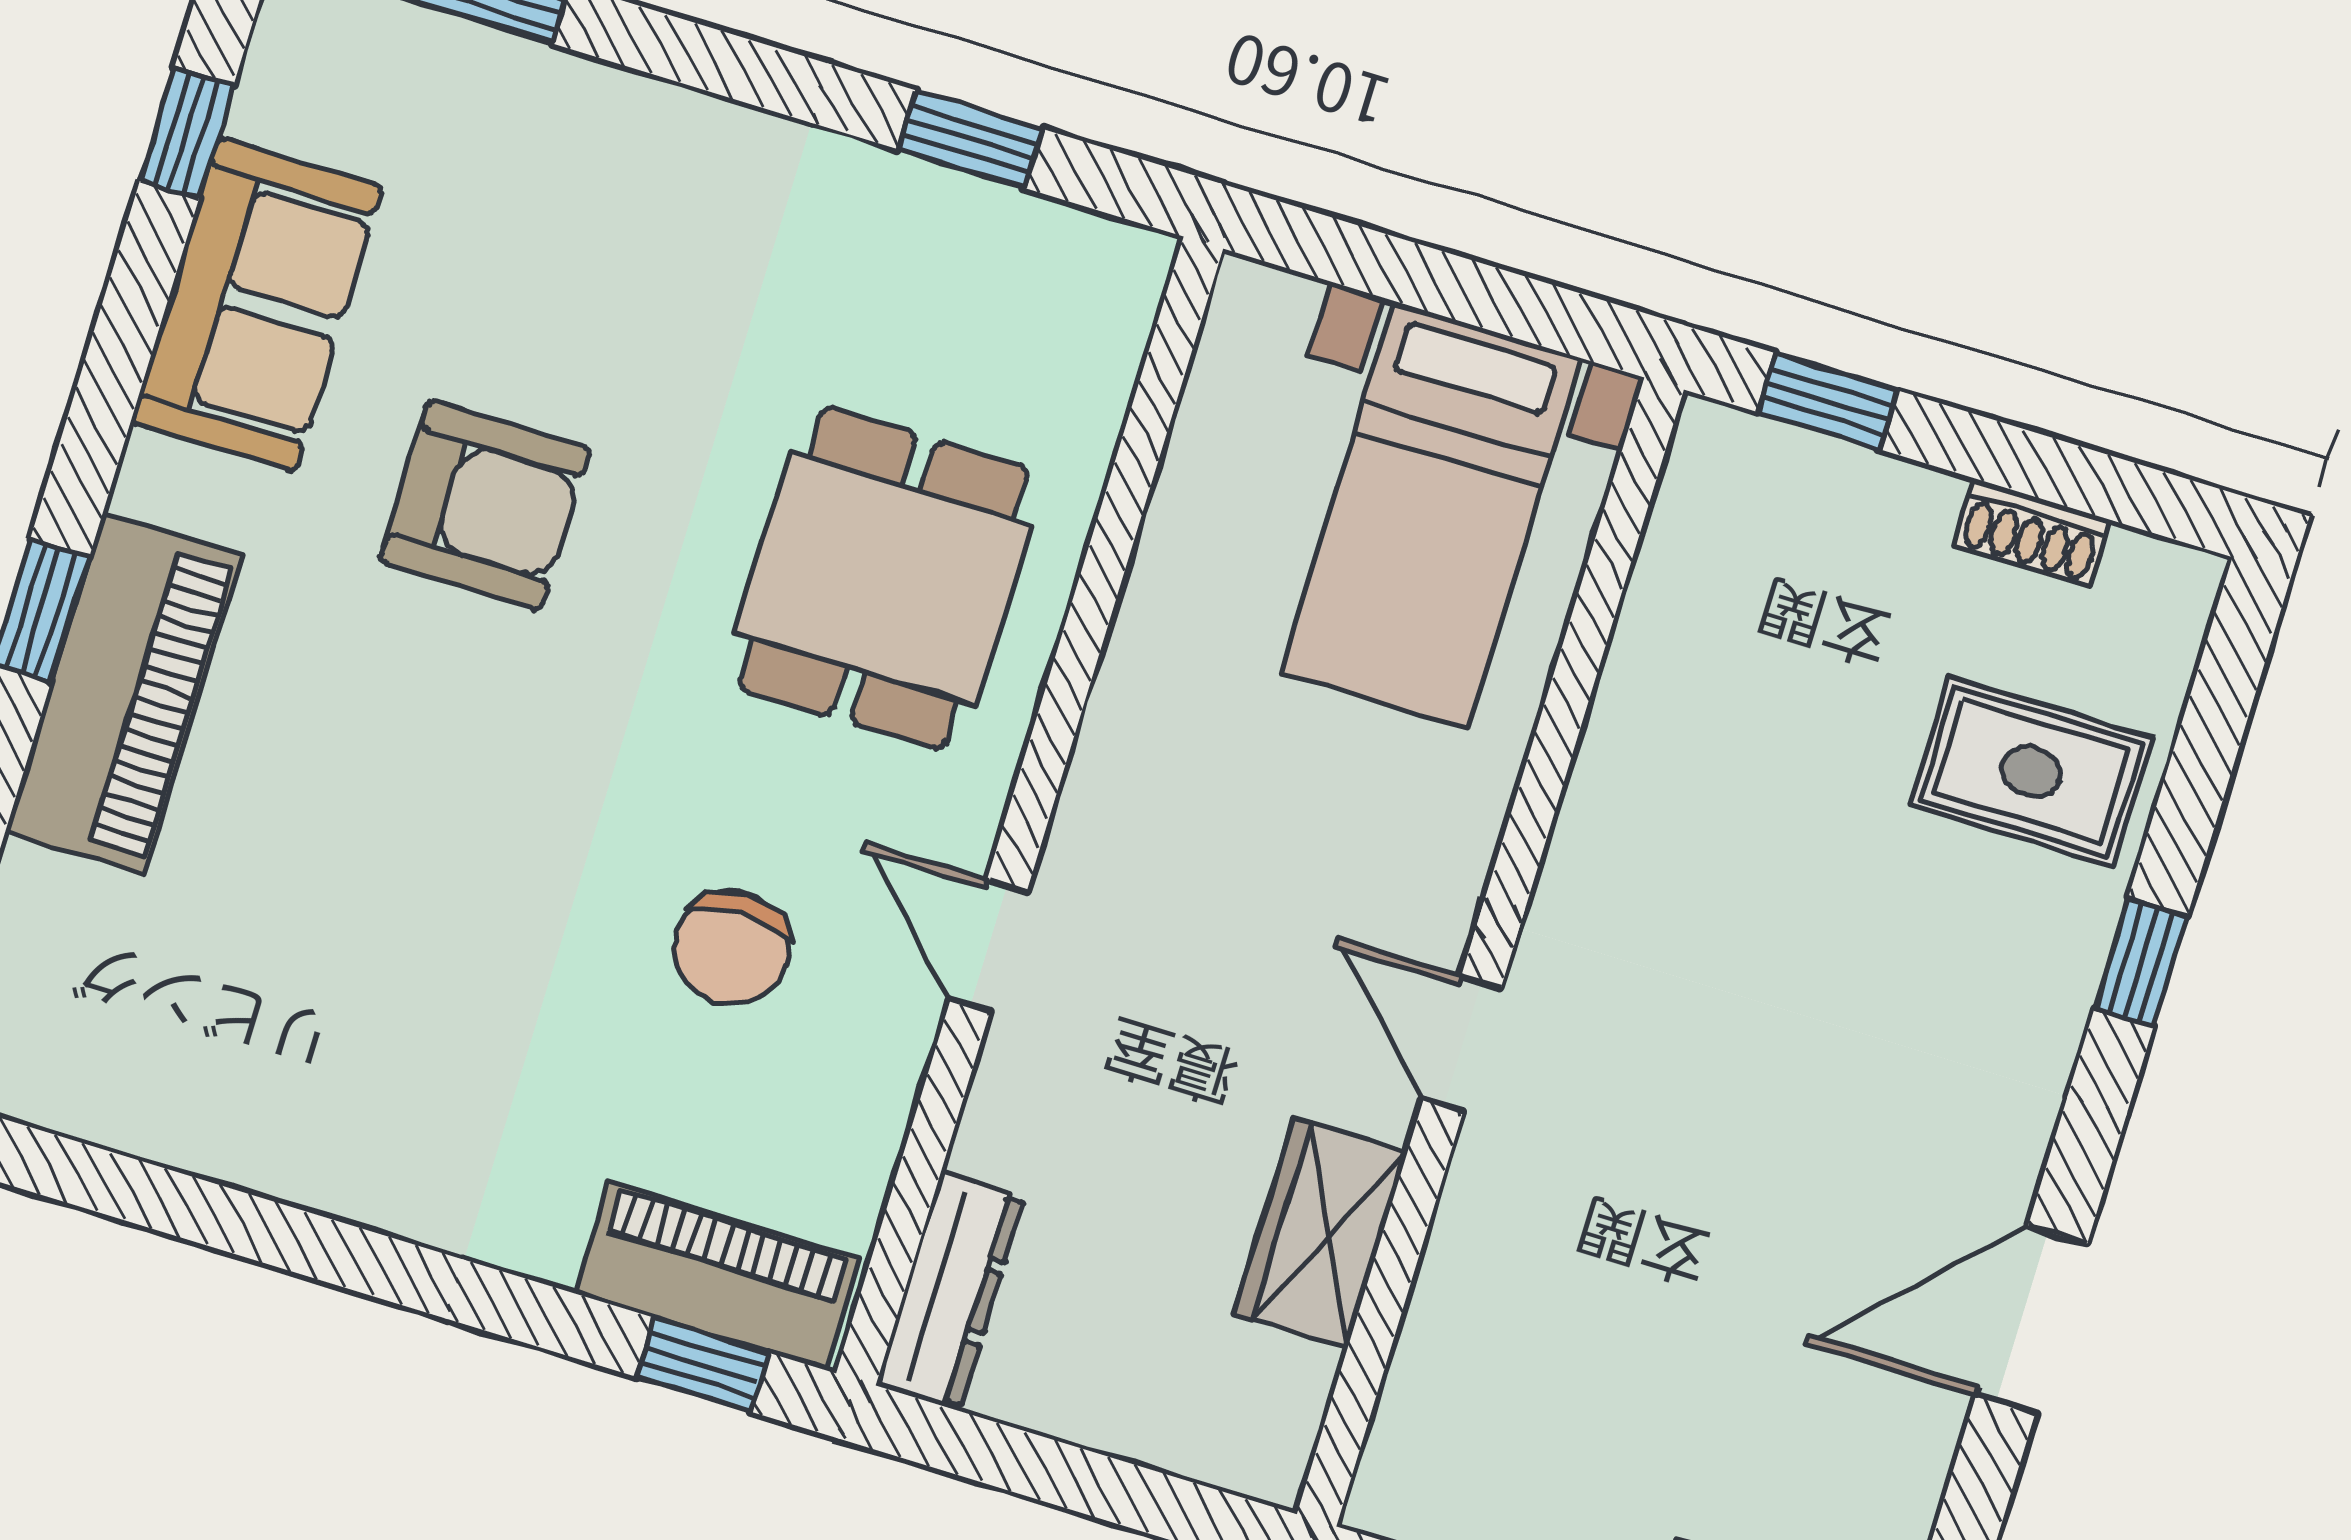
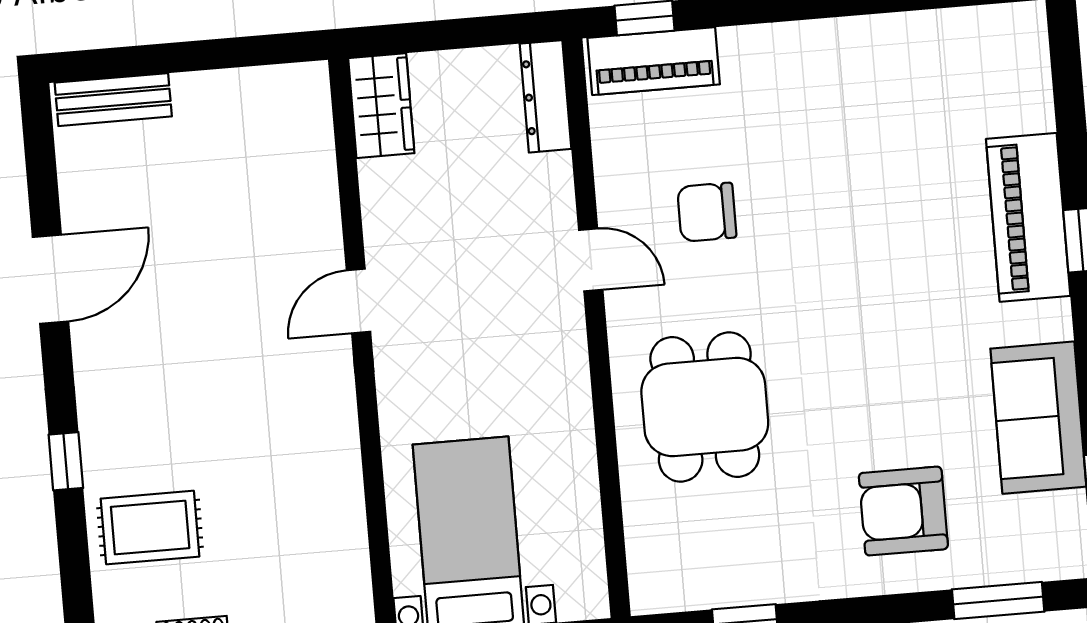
armchair: (485, 505) -> (903, 511), moved
chair: (732, 948) -> (707, 212), turned -90
door: (1462, 1044) -> (358, 301), swing flipped
wardrobe: (1321, 1233) -> (381, 106), moved

